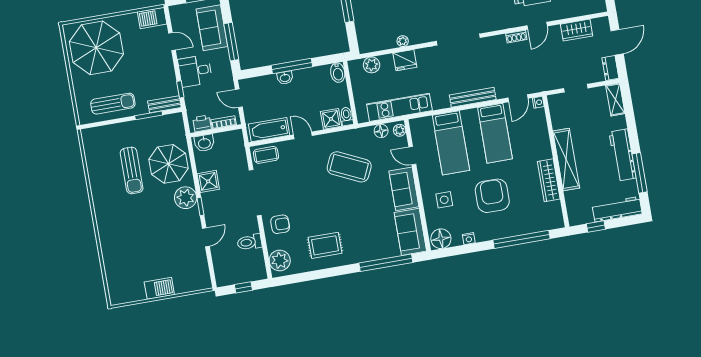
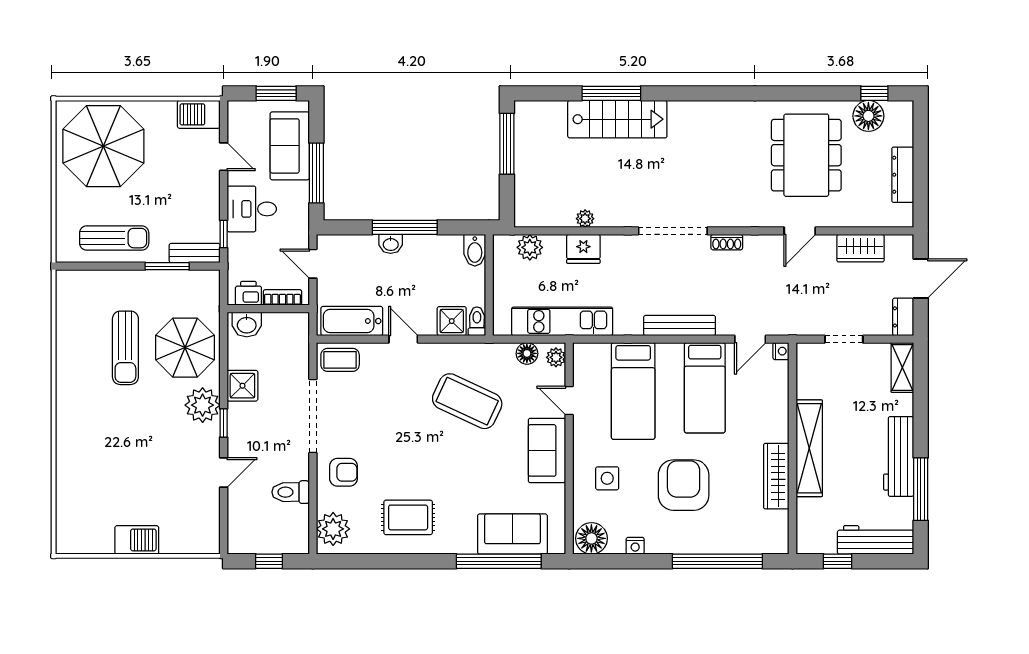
shoe rack: (516, 37) -> (727, 242), moved
sofa: (410, 232) -> (512, 534), moved, turned 90

